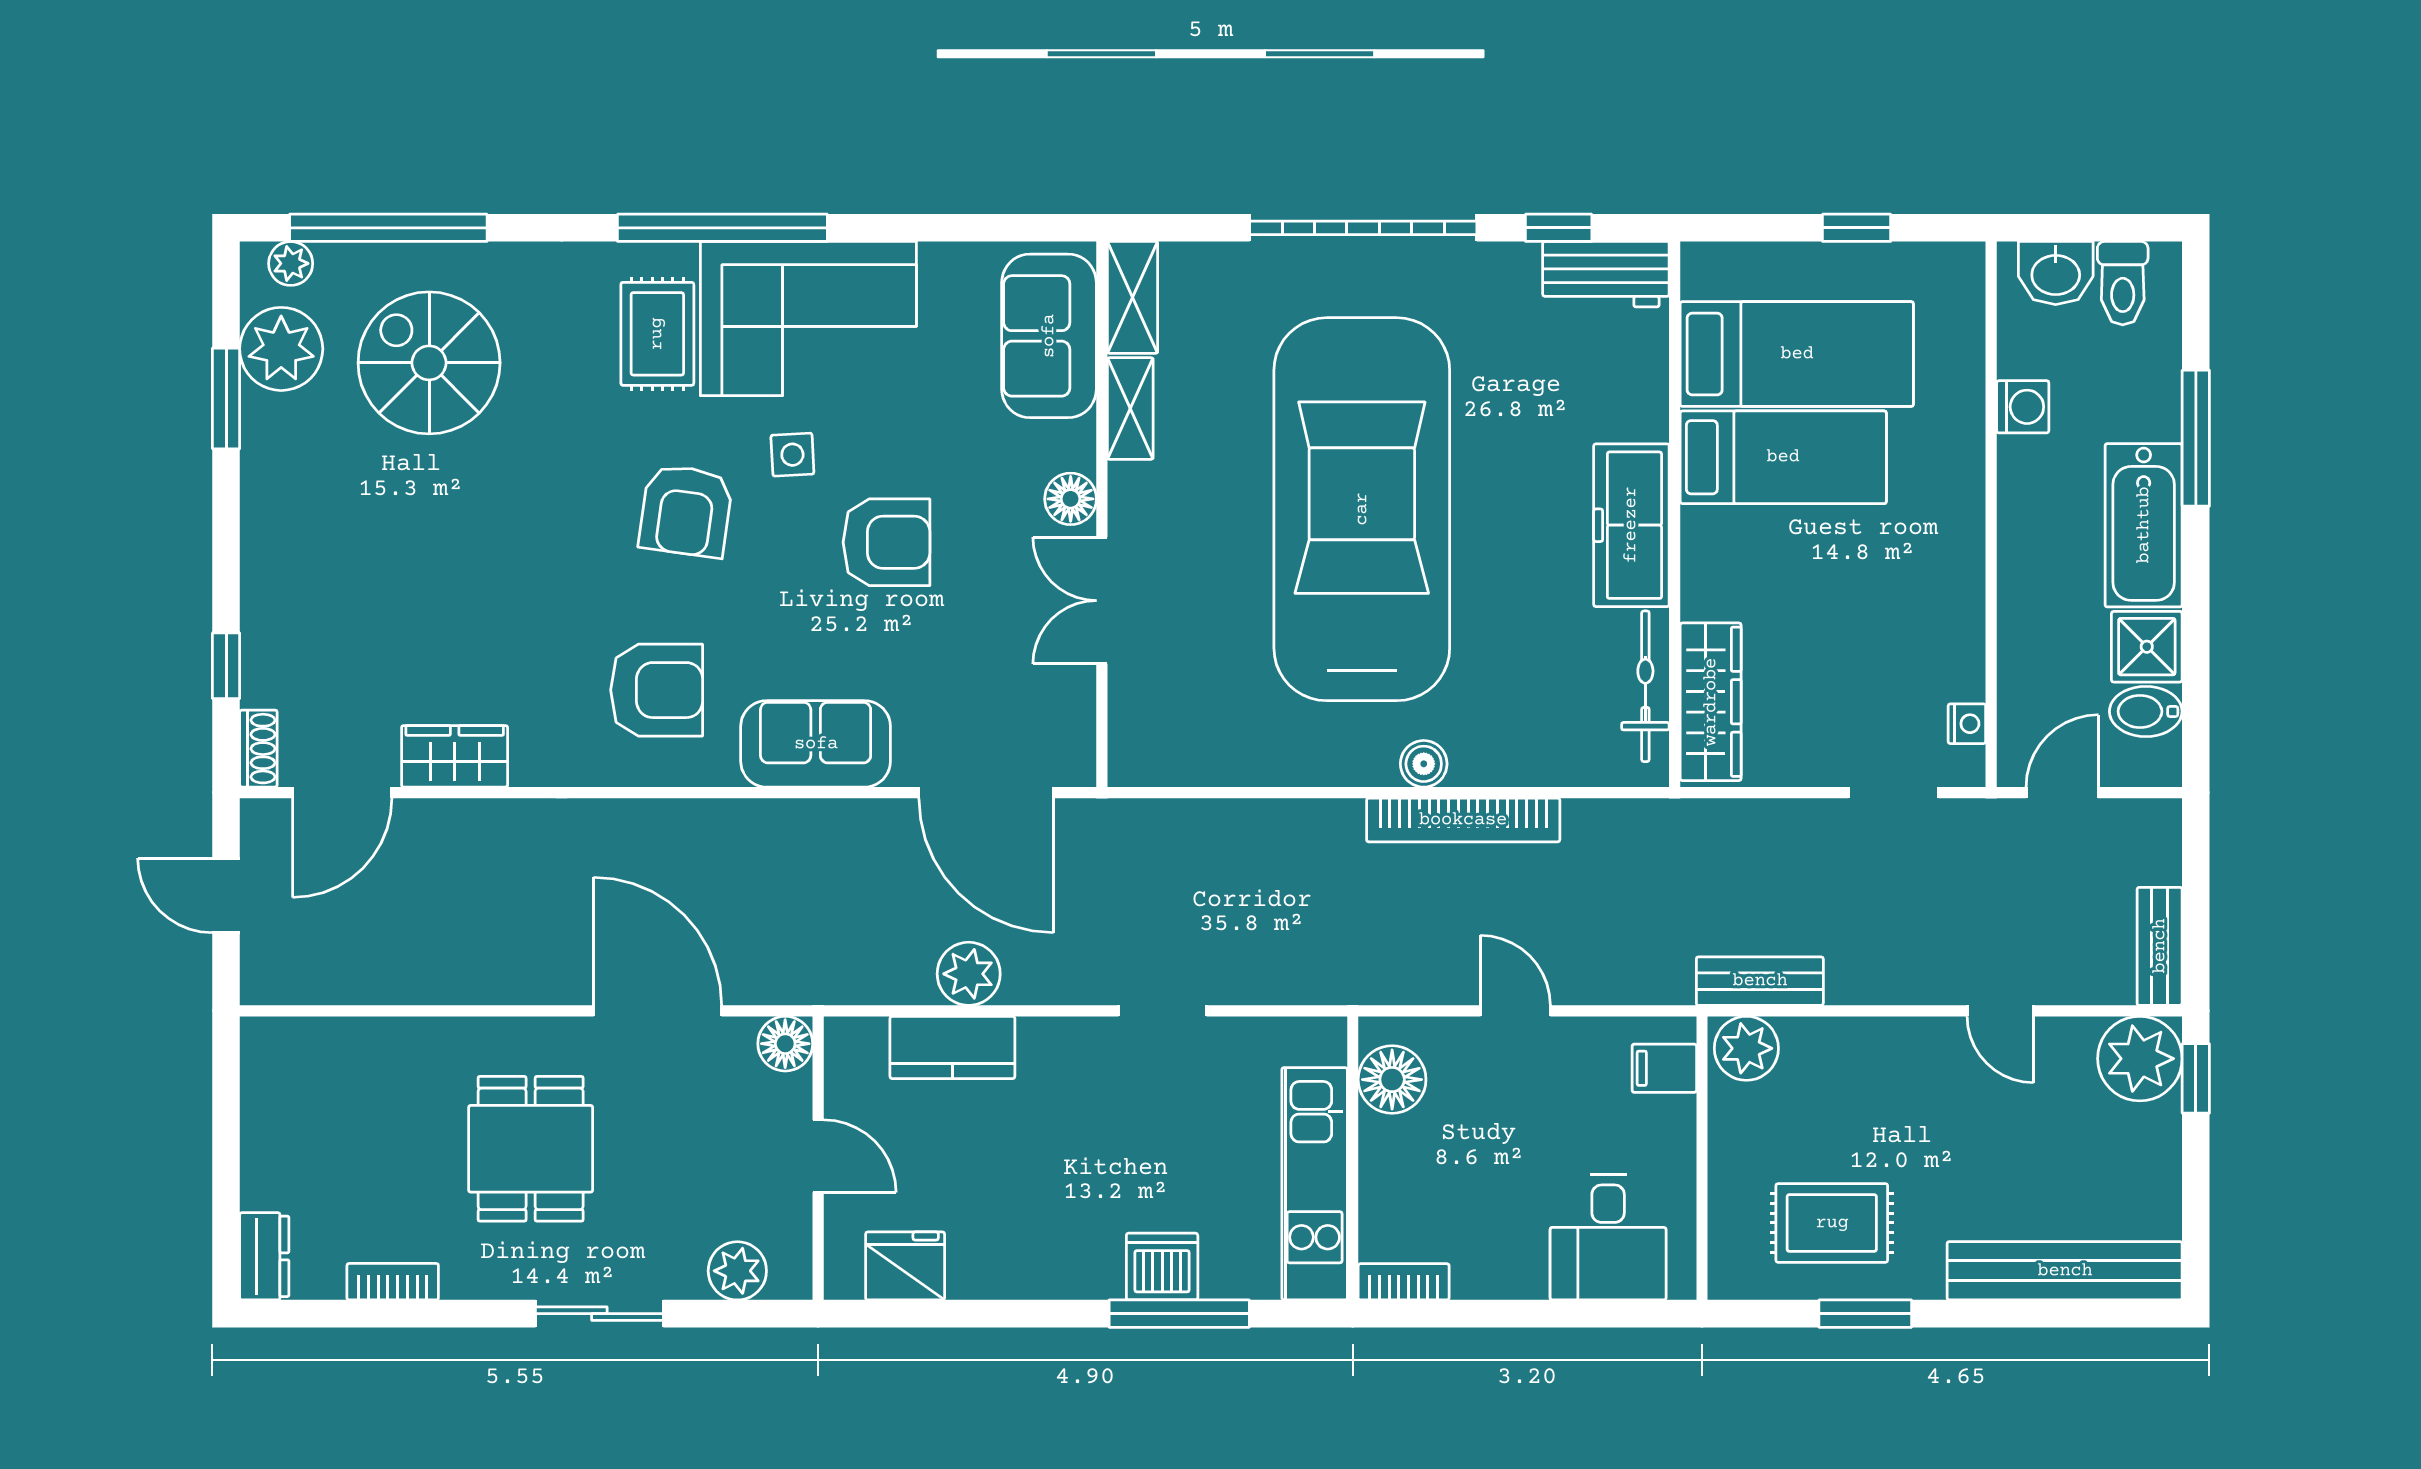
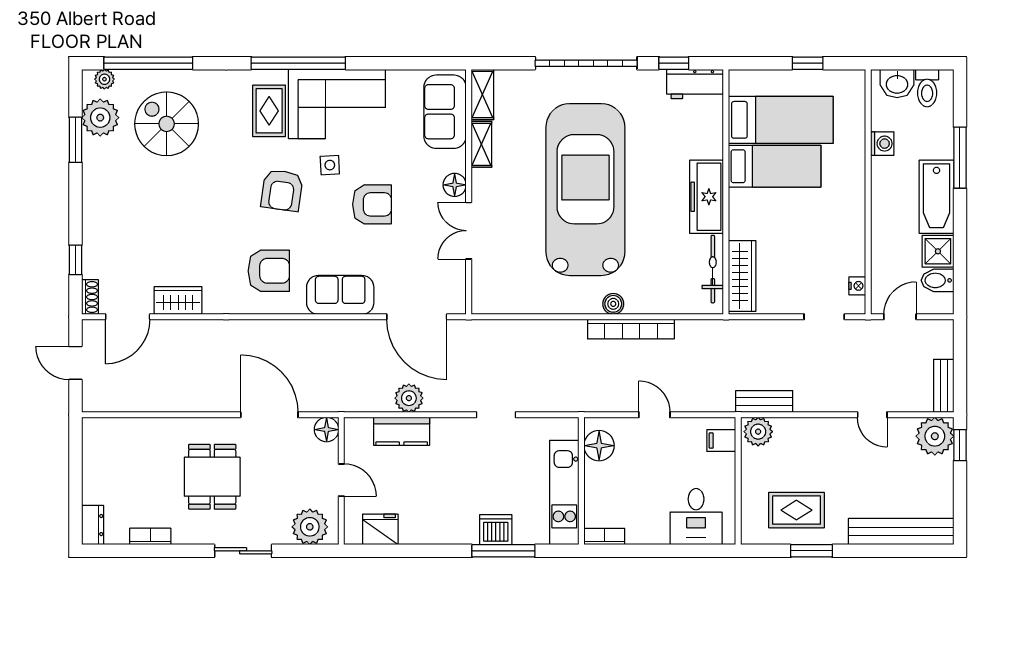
plant: (737, 1271) -> (310, 527), width x1.36, depth x1.36

